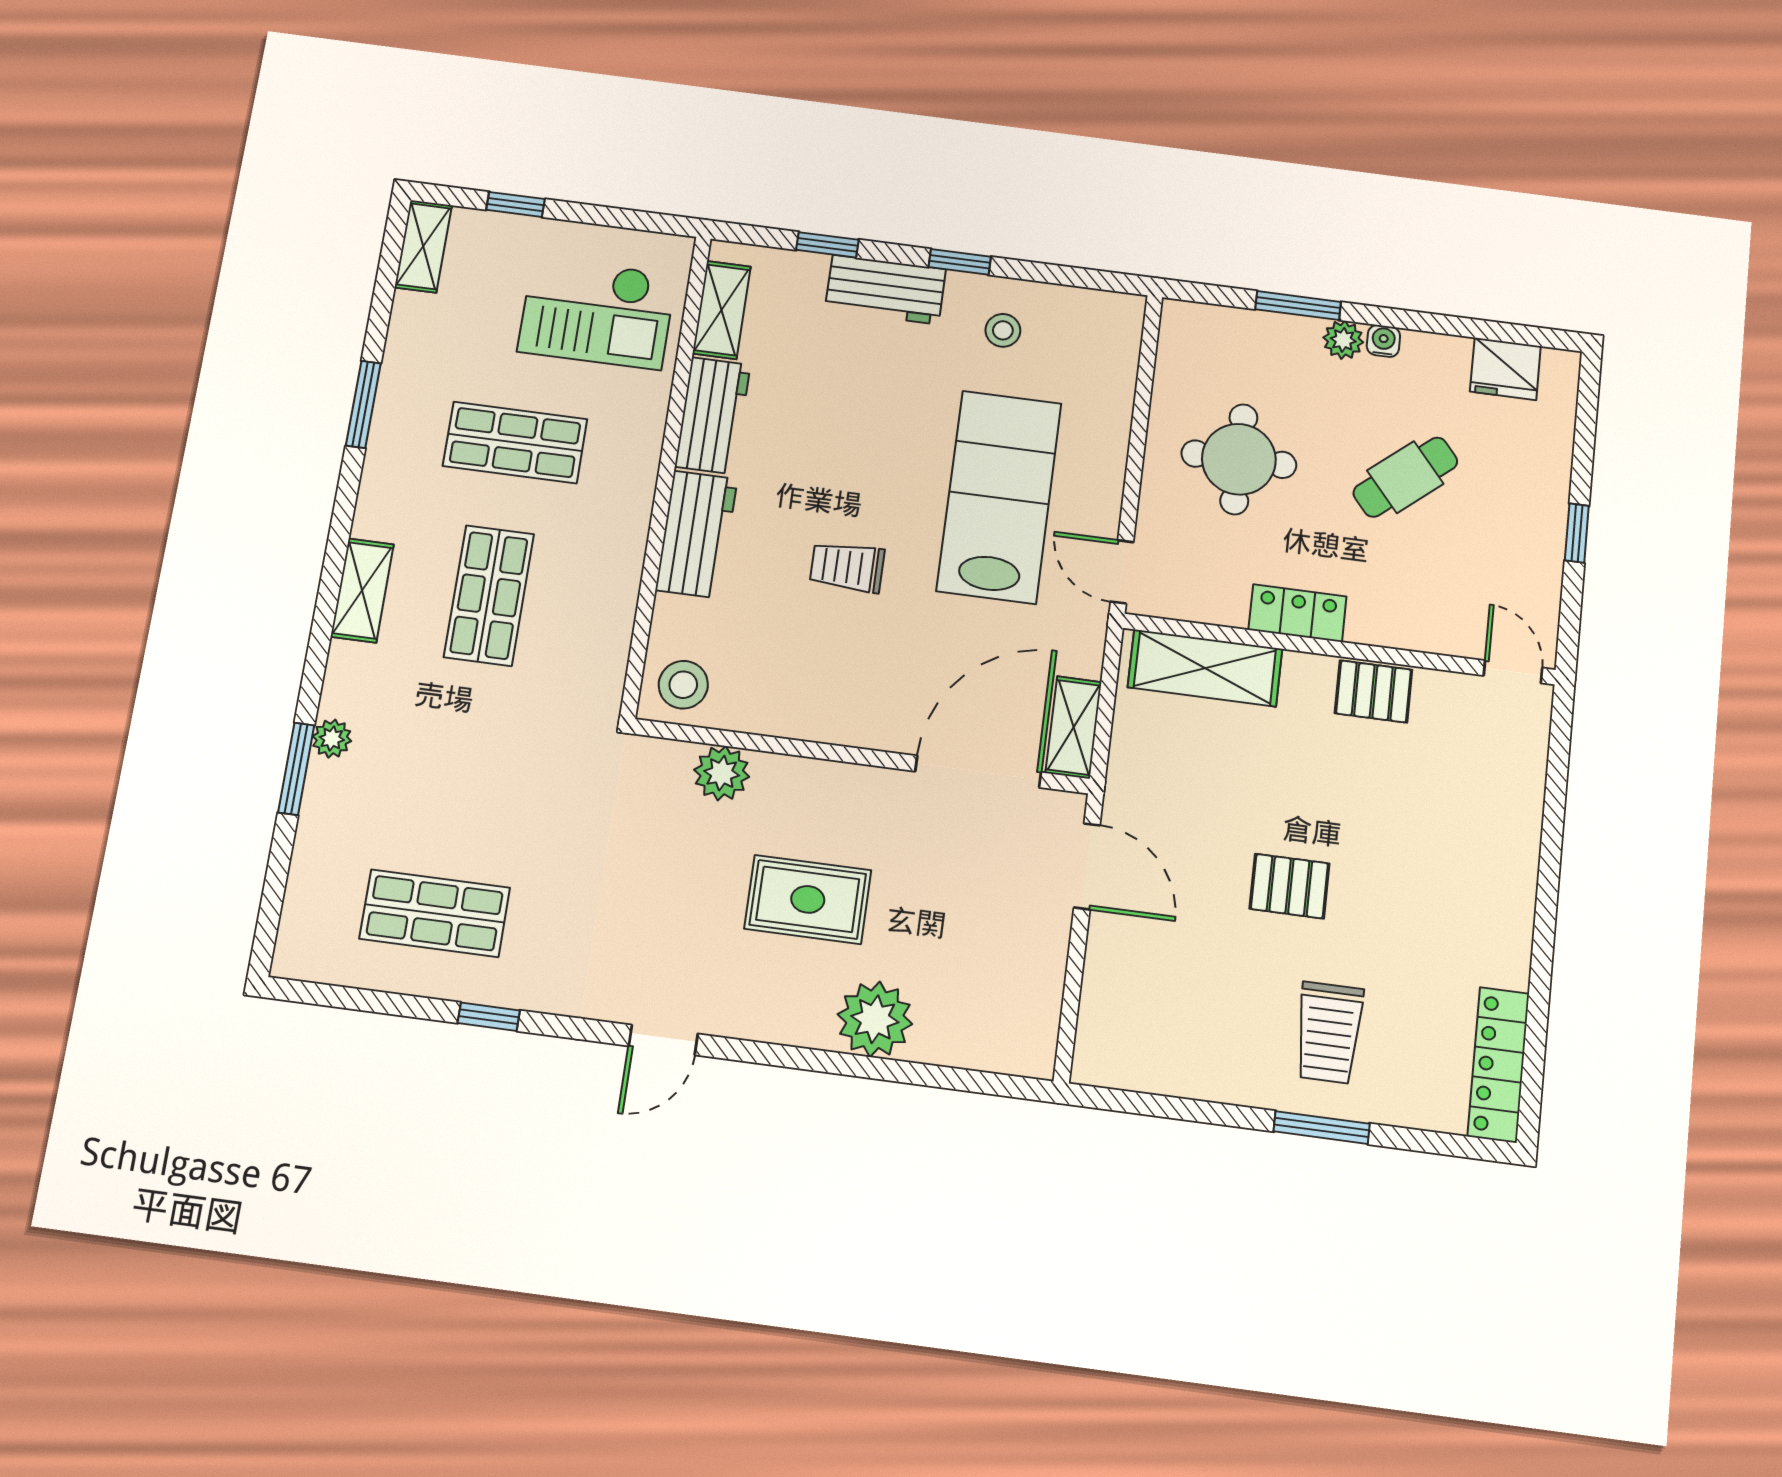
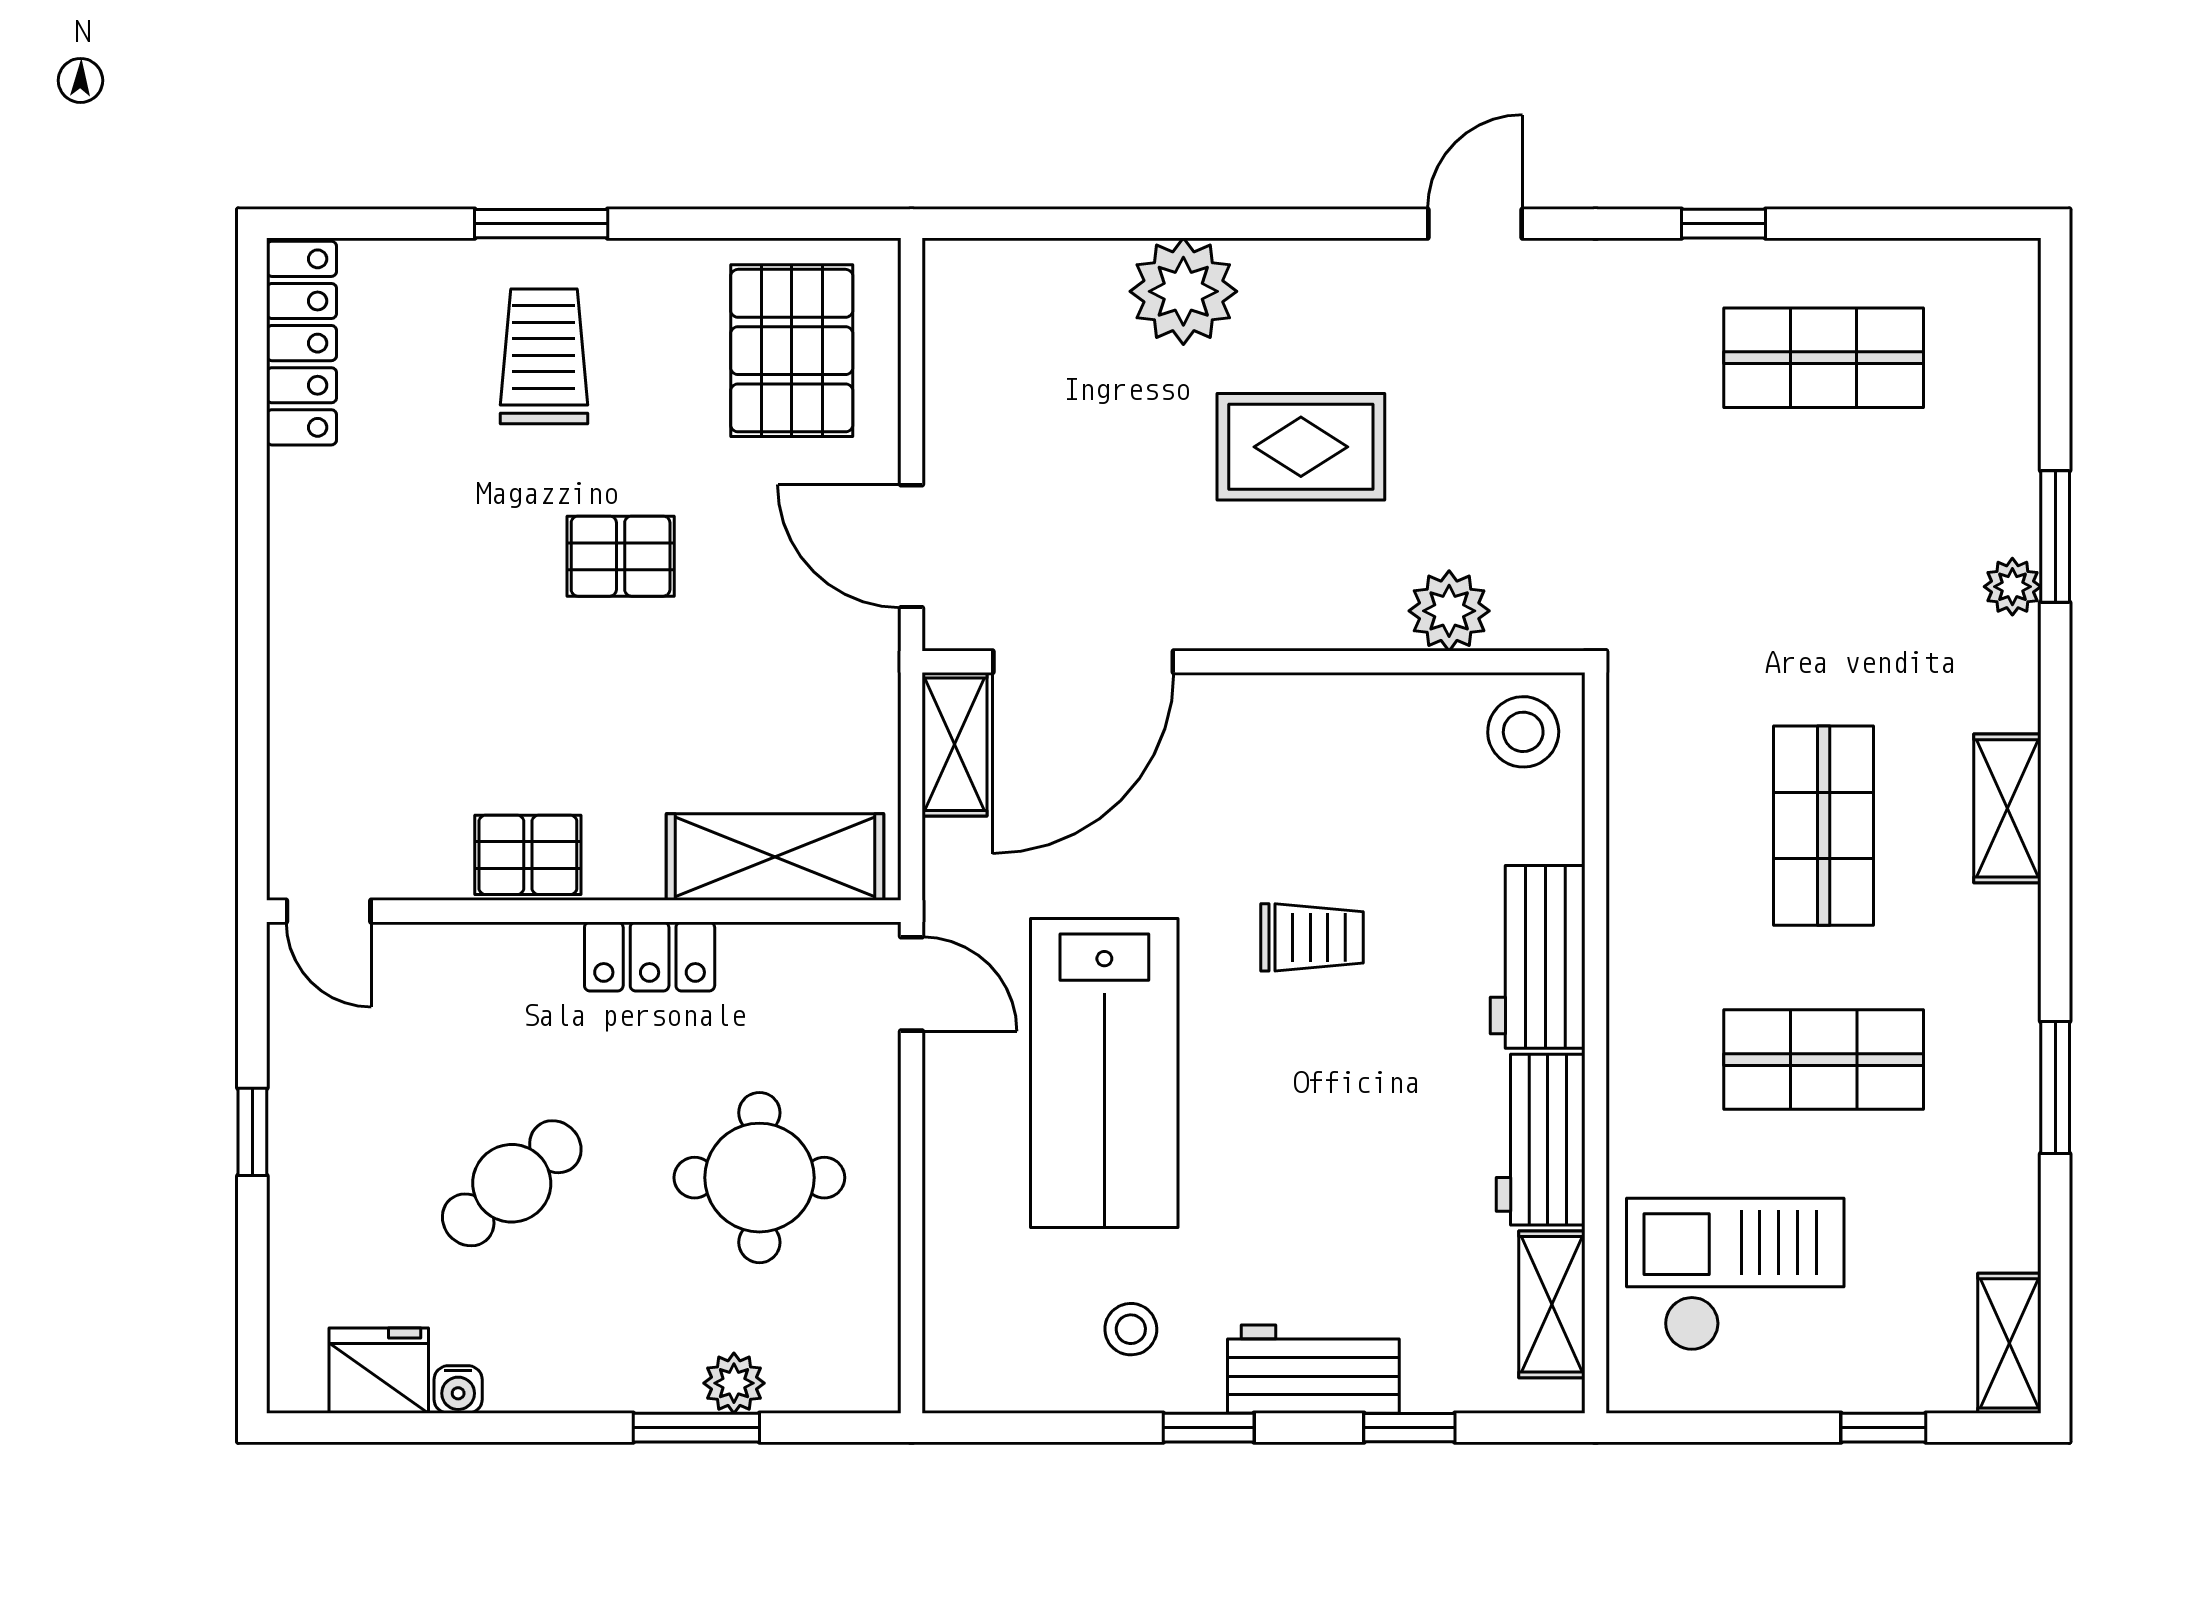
plant: (1343, 340) -> (734, 1383), moved
water cooler: (1383, 341) -> (458, 1389), moved
pallet: (1155, 1014) -> (792, 351), added

